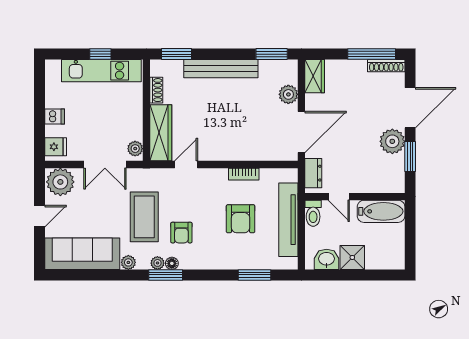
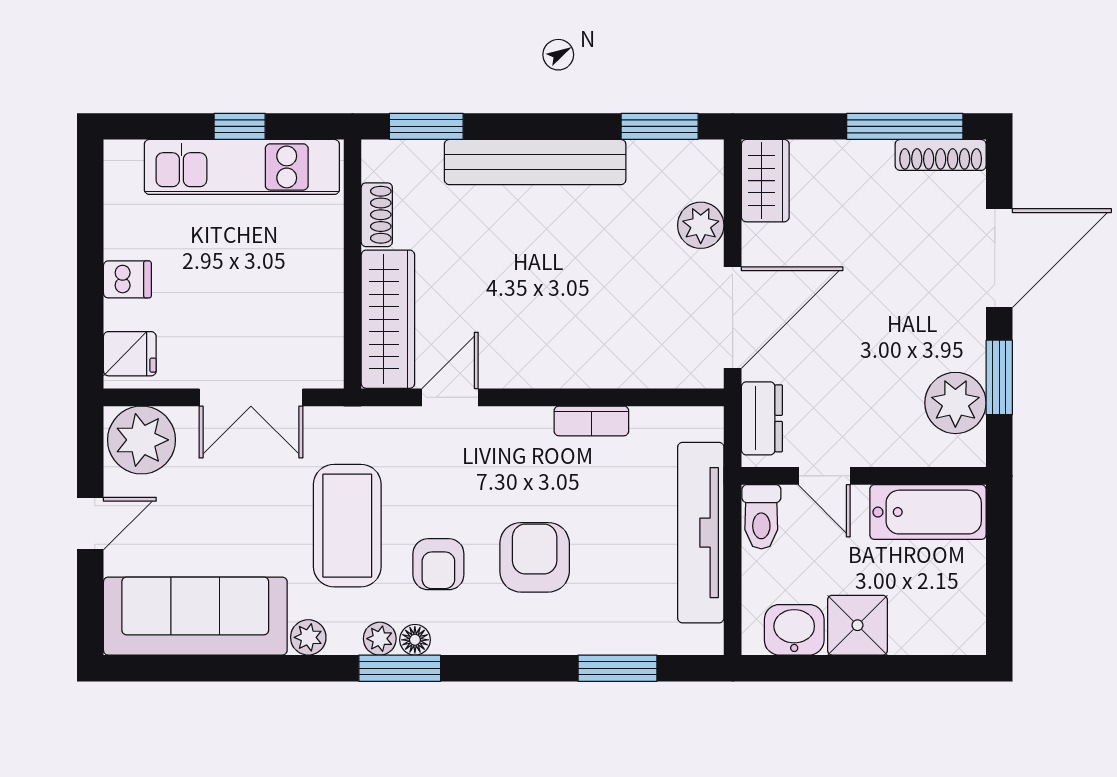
plant: (392, 141) -> (955, 403), moved
plant: (135, 149) -> (325, 358), removed
armchair: (241, 219) -> (535, 557), moved, turned 180

